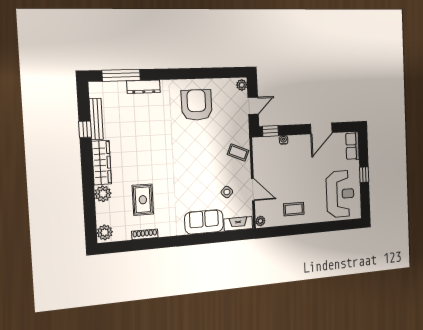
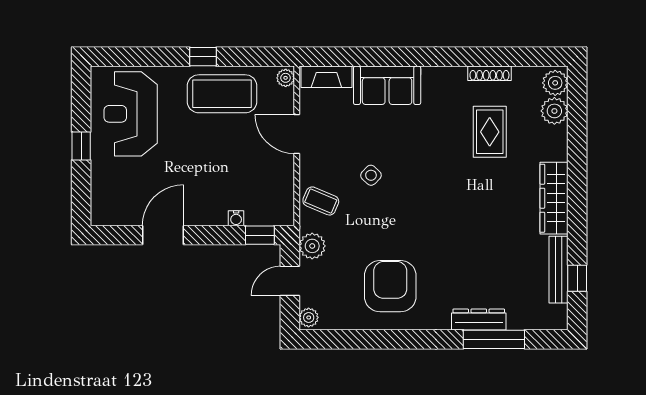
window: (121, 75) -> (494, 339), moved
armchair: (197, 105) -> (390, 286), turned 180
plant: (242, 126) -> (312, 246), added
window: (85, 129) -> (577, 278), moved
row of seats: (352, 146) -> (103, 200), removed
side table: (227, 192) -> (371, 175), moved
plant: (103, 194) -> (554, 111), moved
coffee table: (294, 209) -> (222, 94), width x1.86, depth x1.72
window: (305, 229) -> (203, 57), added

